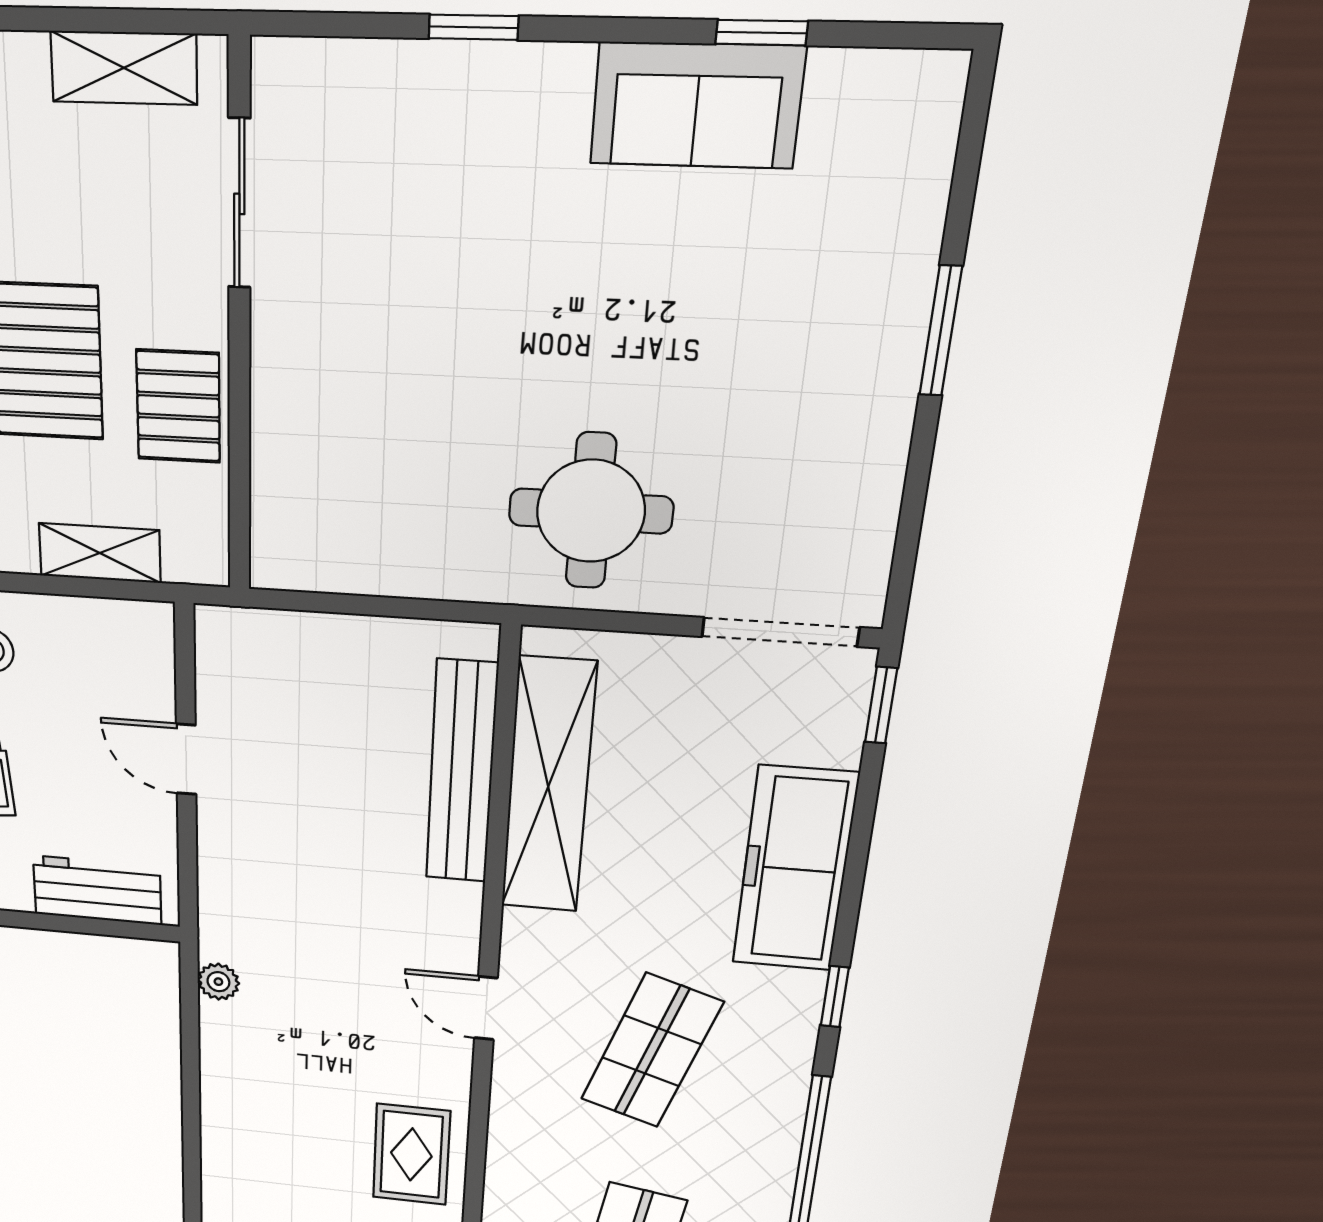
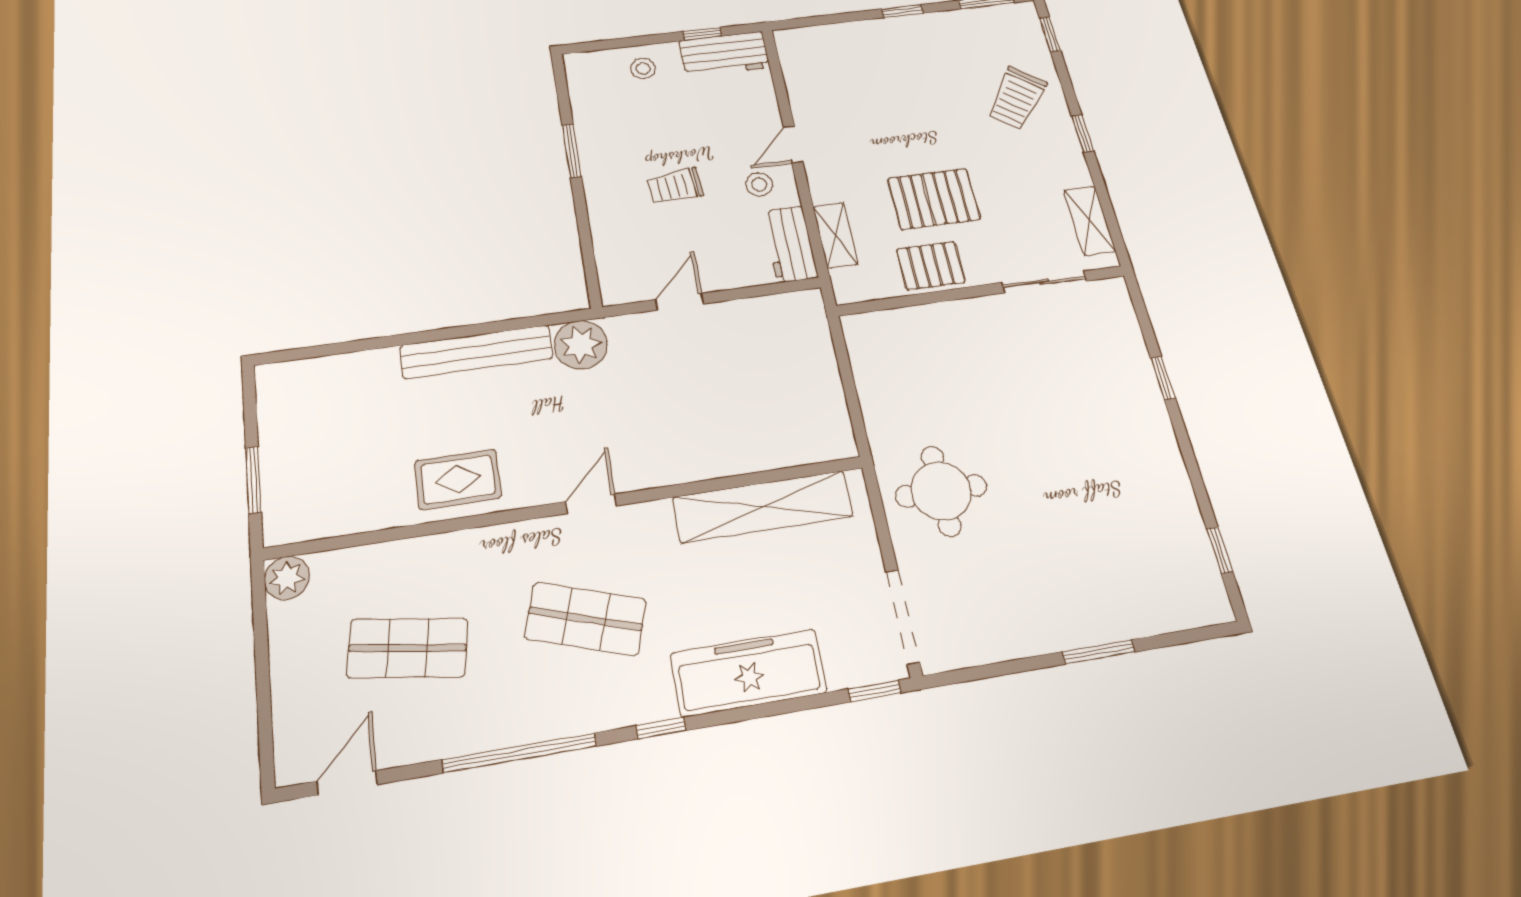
window: (761, 33) -> (1220, 550), moved
sofa: (697, 105) -> (1165, 493), removed
door: (186, 759) -> (680, 302), moved
bench: (462, 773) -> (477, 352), moved
workbench: (97, 890) -> (790, 244), moved, turned 180
plant: (218, 982) -> (581, 345), width x1.88, depth x1.88

